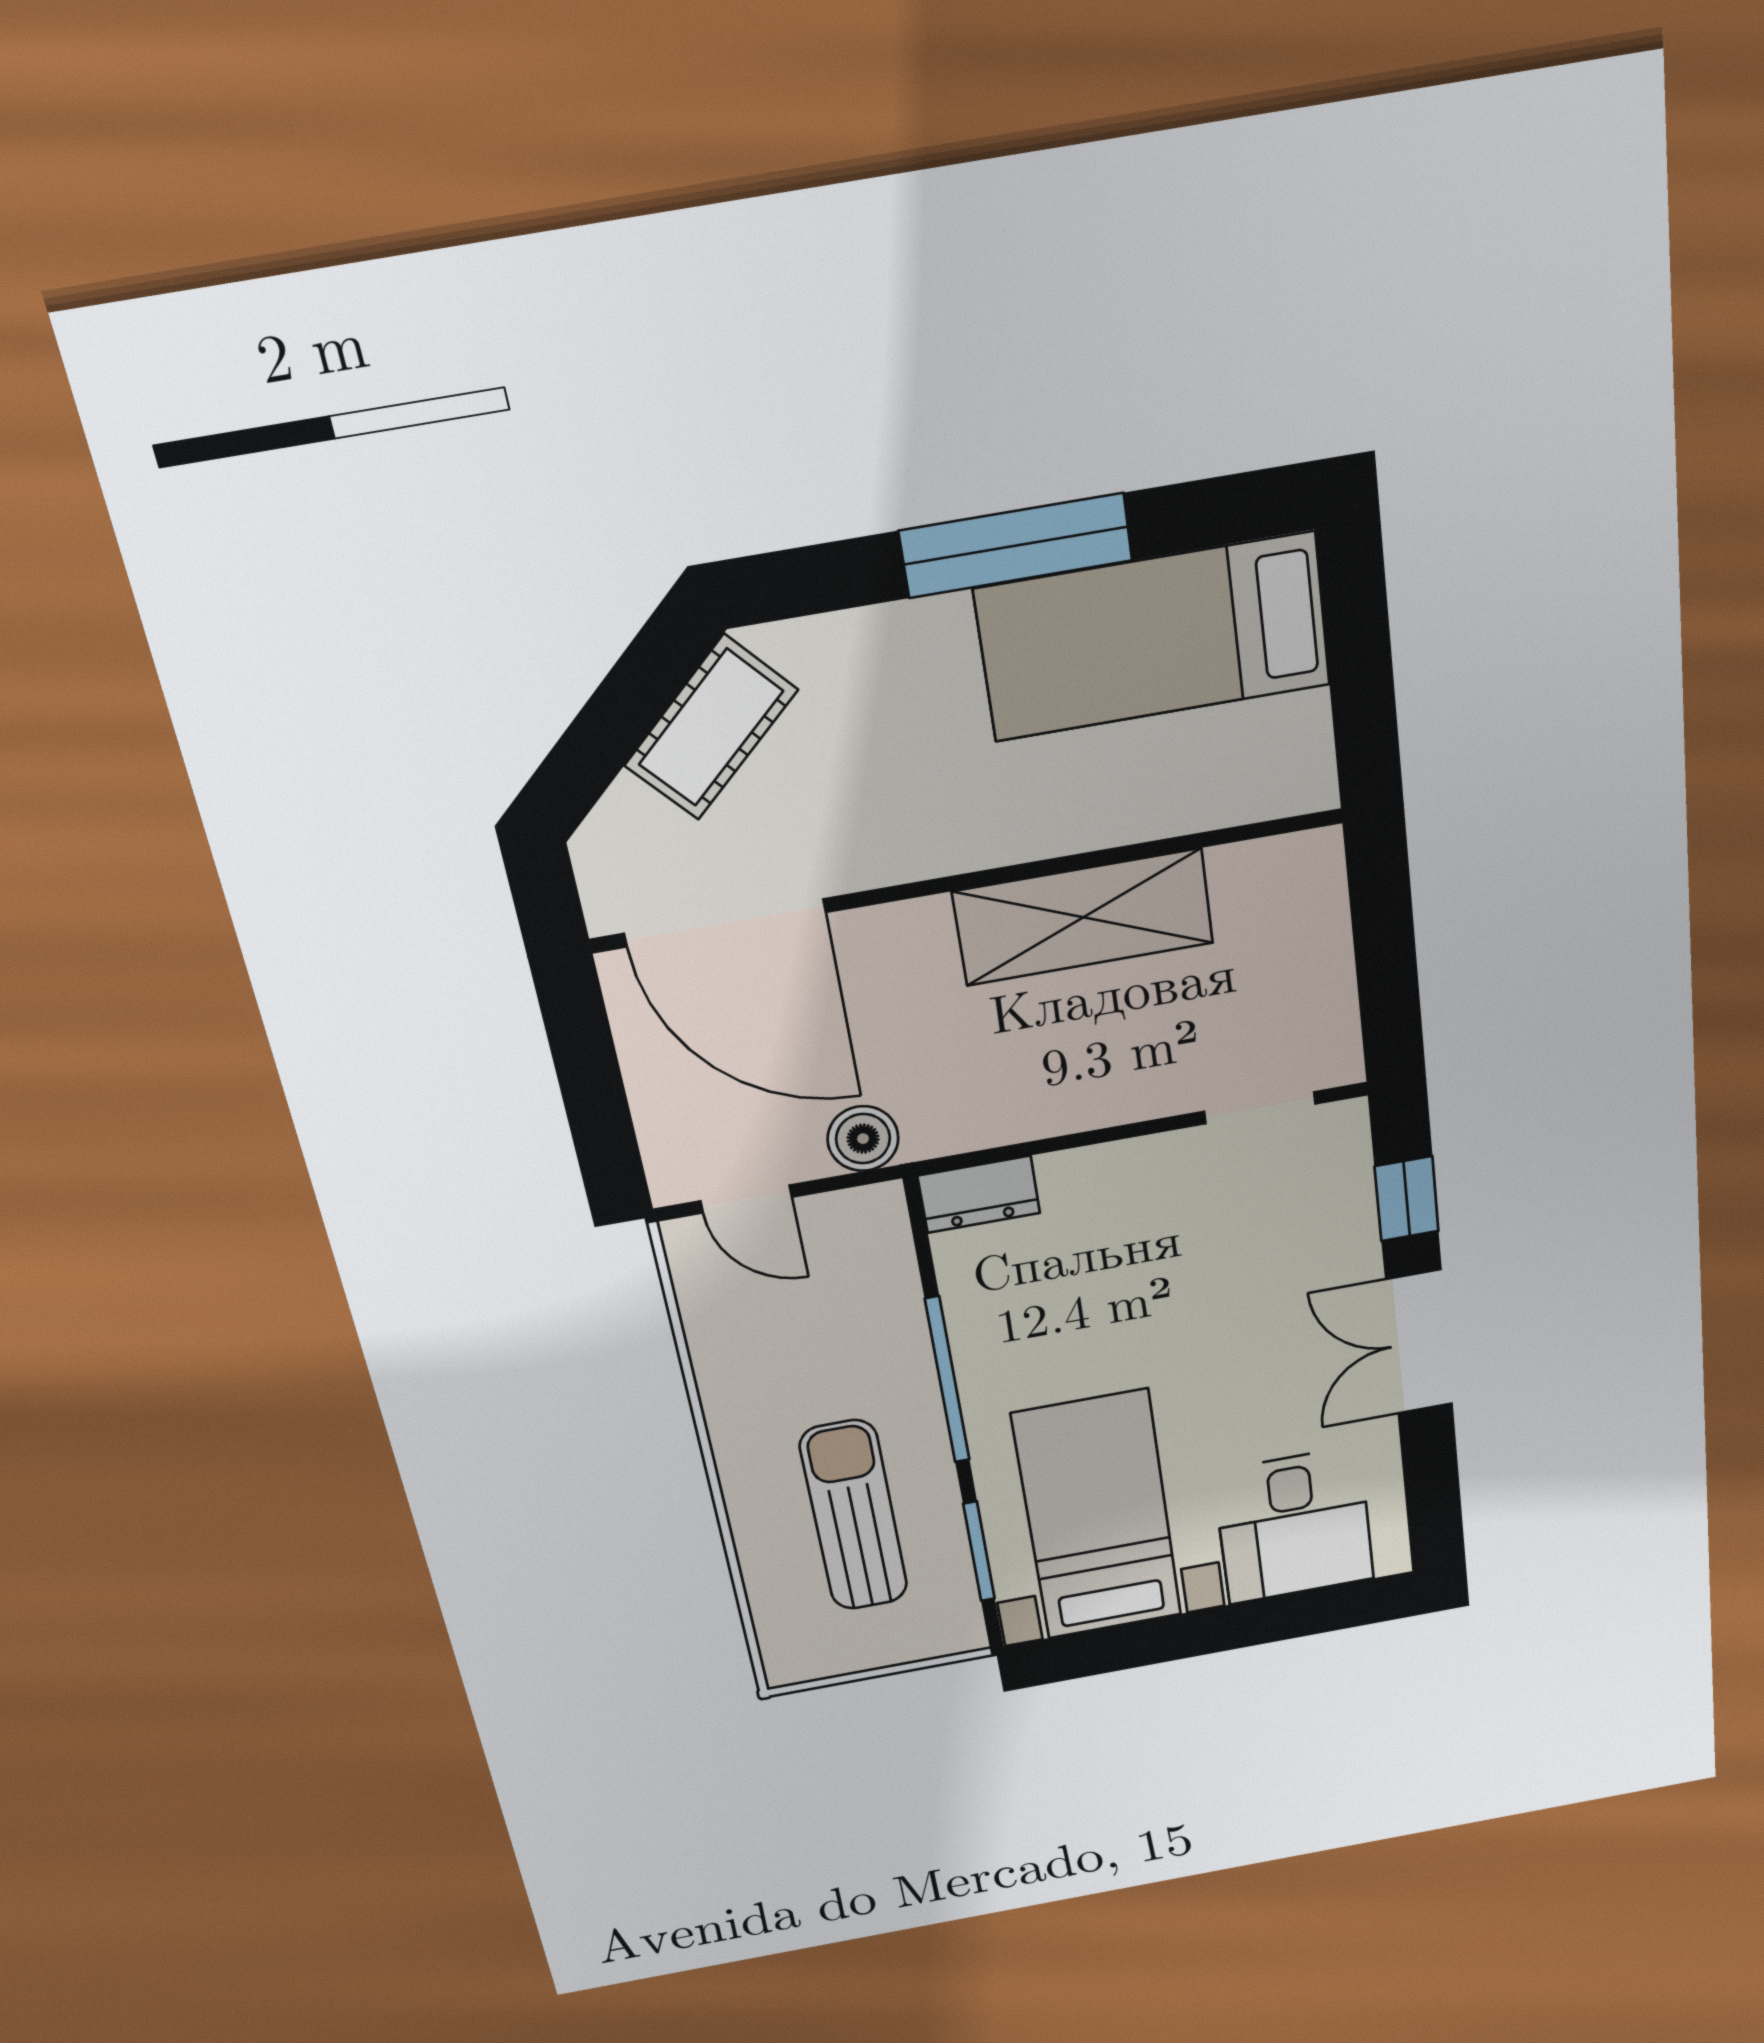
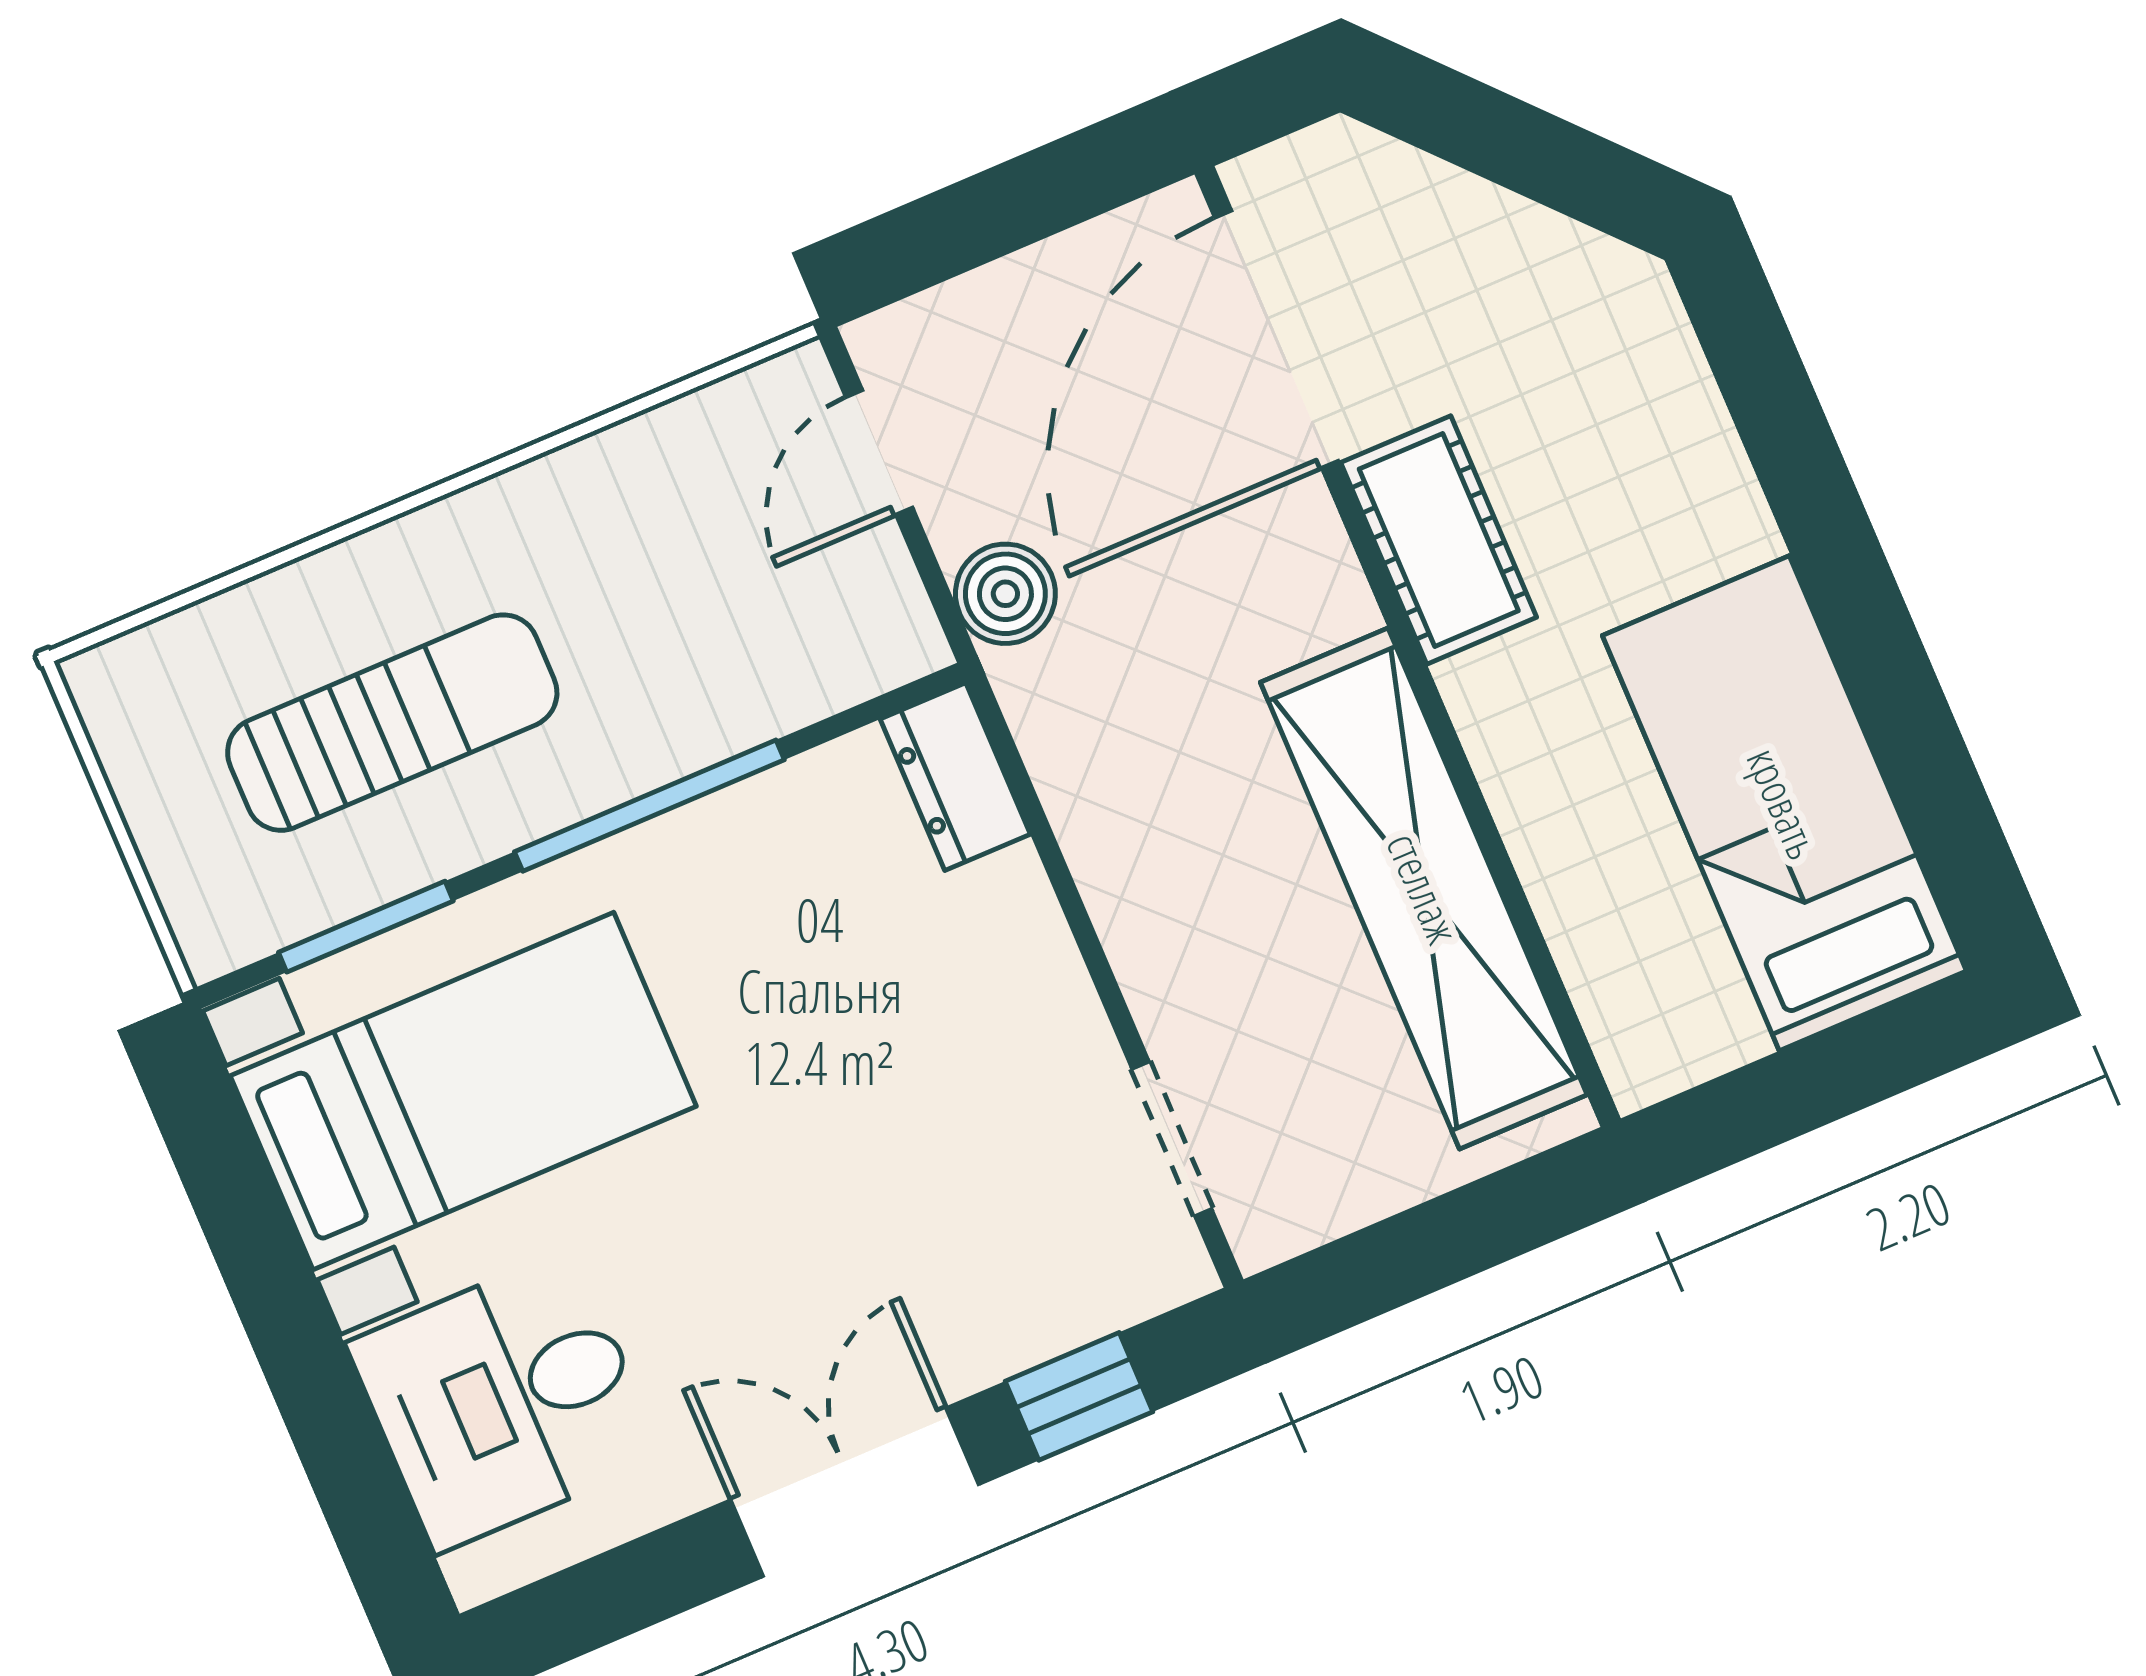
window: (1016, 546) -> (1855, 597), removed
cot: (711, 728) -> (1439, 540), moved, turned 42
shelving: (1083, 917) -> (1424, 888), width x1.47

